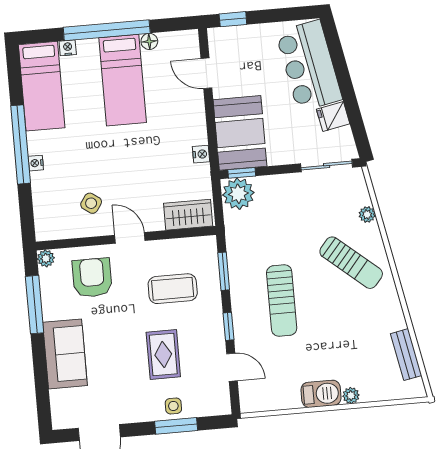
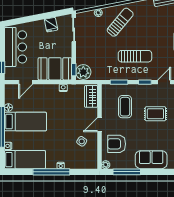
bar counter: (309, 66) -> (16, 47), moved, turned -79

